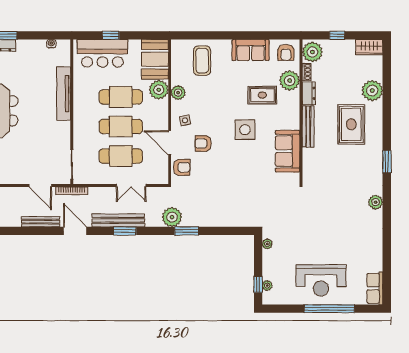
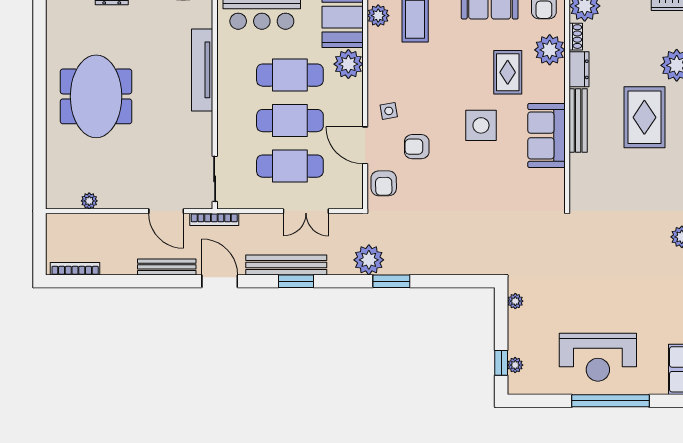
plant: (178, 93) -> (378, 16), moved
rug: (262, 95) -> (508, 72), turned 90
sofa: (288, 151) -> (546, 135), moved
armchair: (182, 167) -> (384, 183), turned 89

